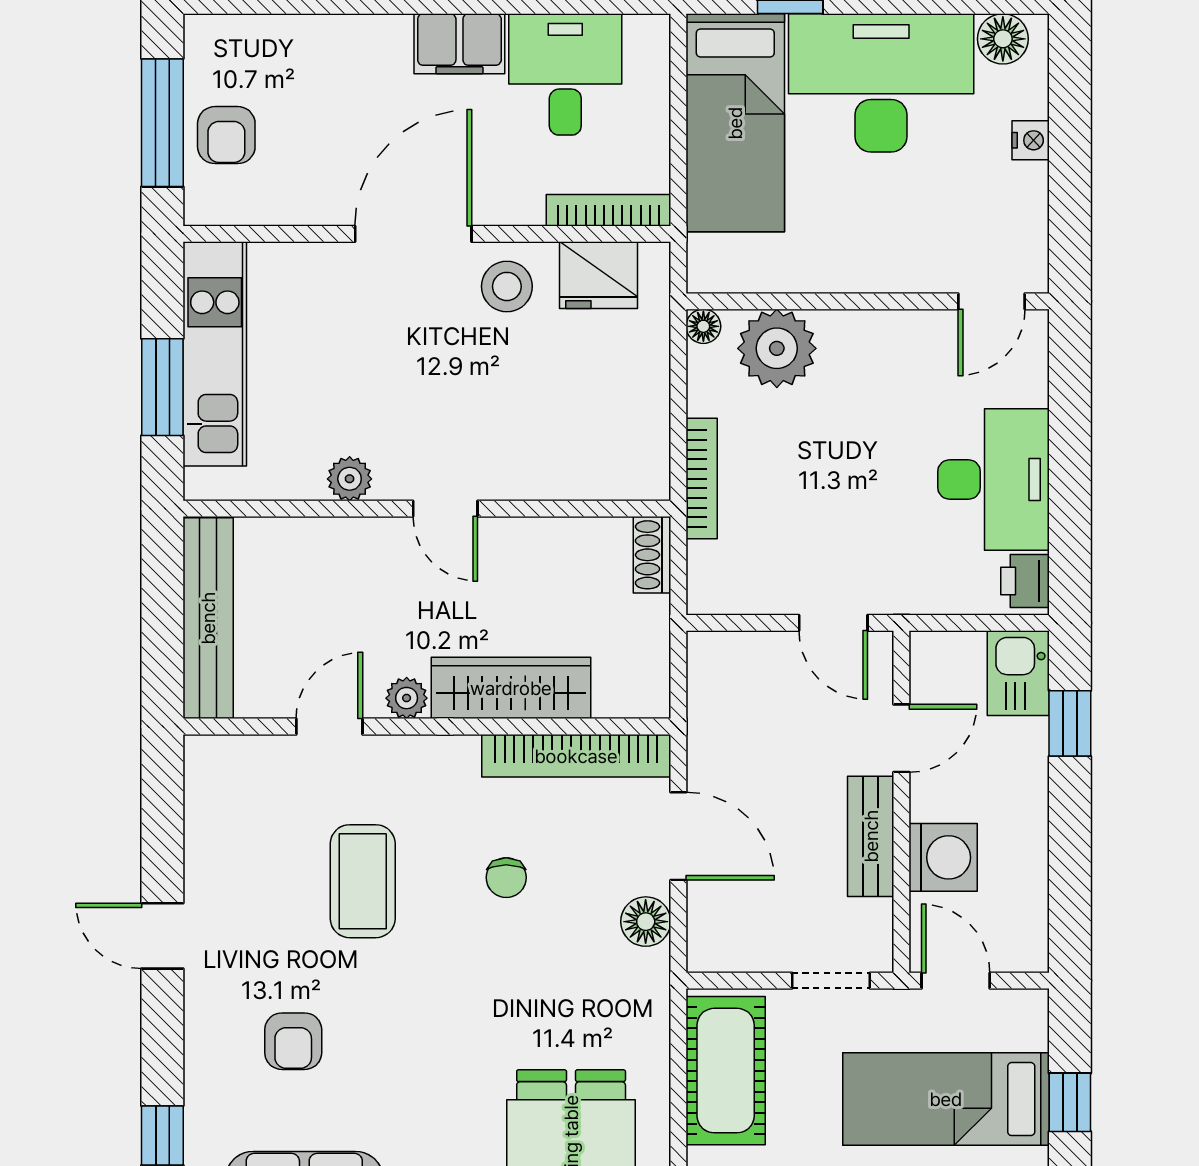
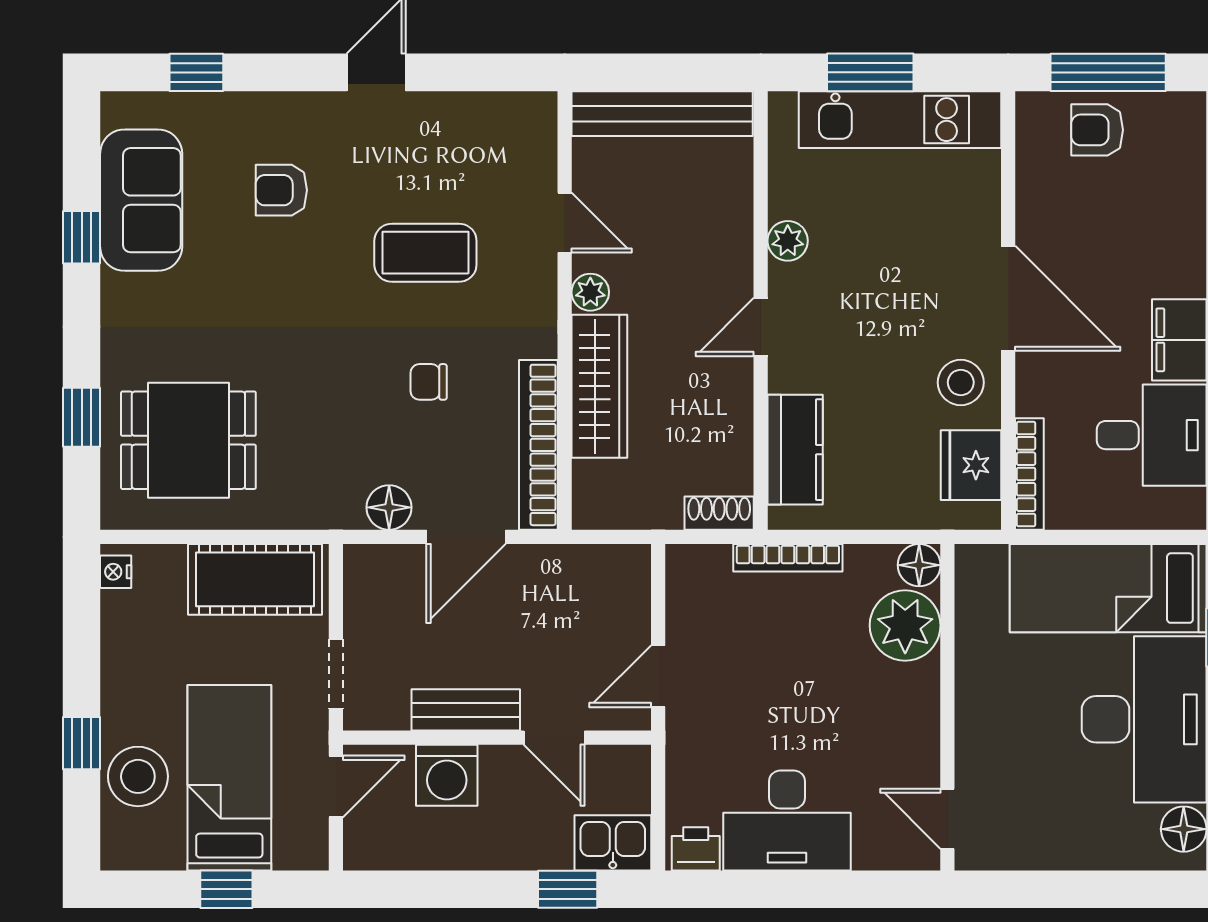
nightstand: (1031, 140) -> (1092, 854), removed
floor lamp: (703, 326) -> (919, 565), width x1.37, depth x1.37
kitchen counter: (581, 470) -> (795, 450), added

